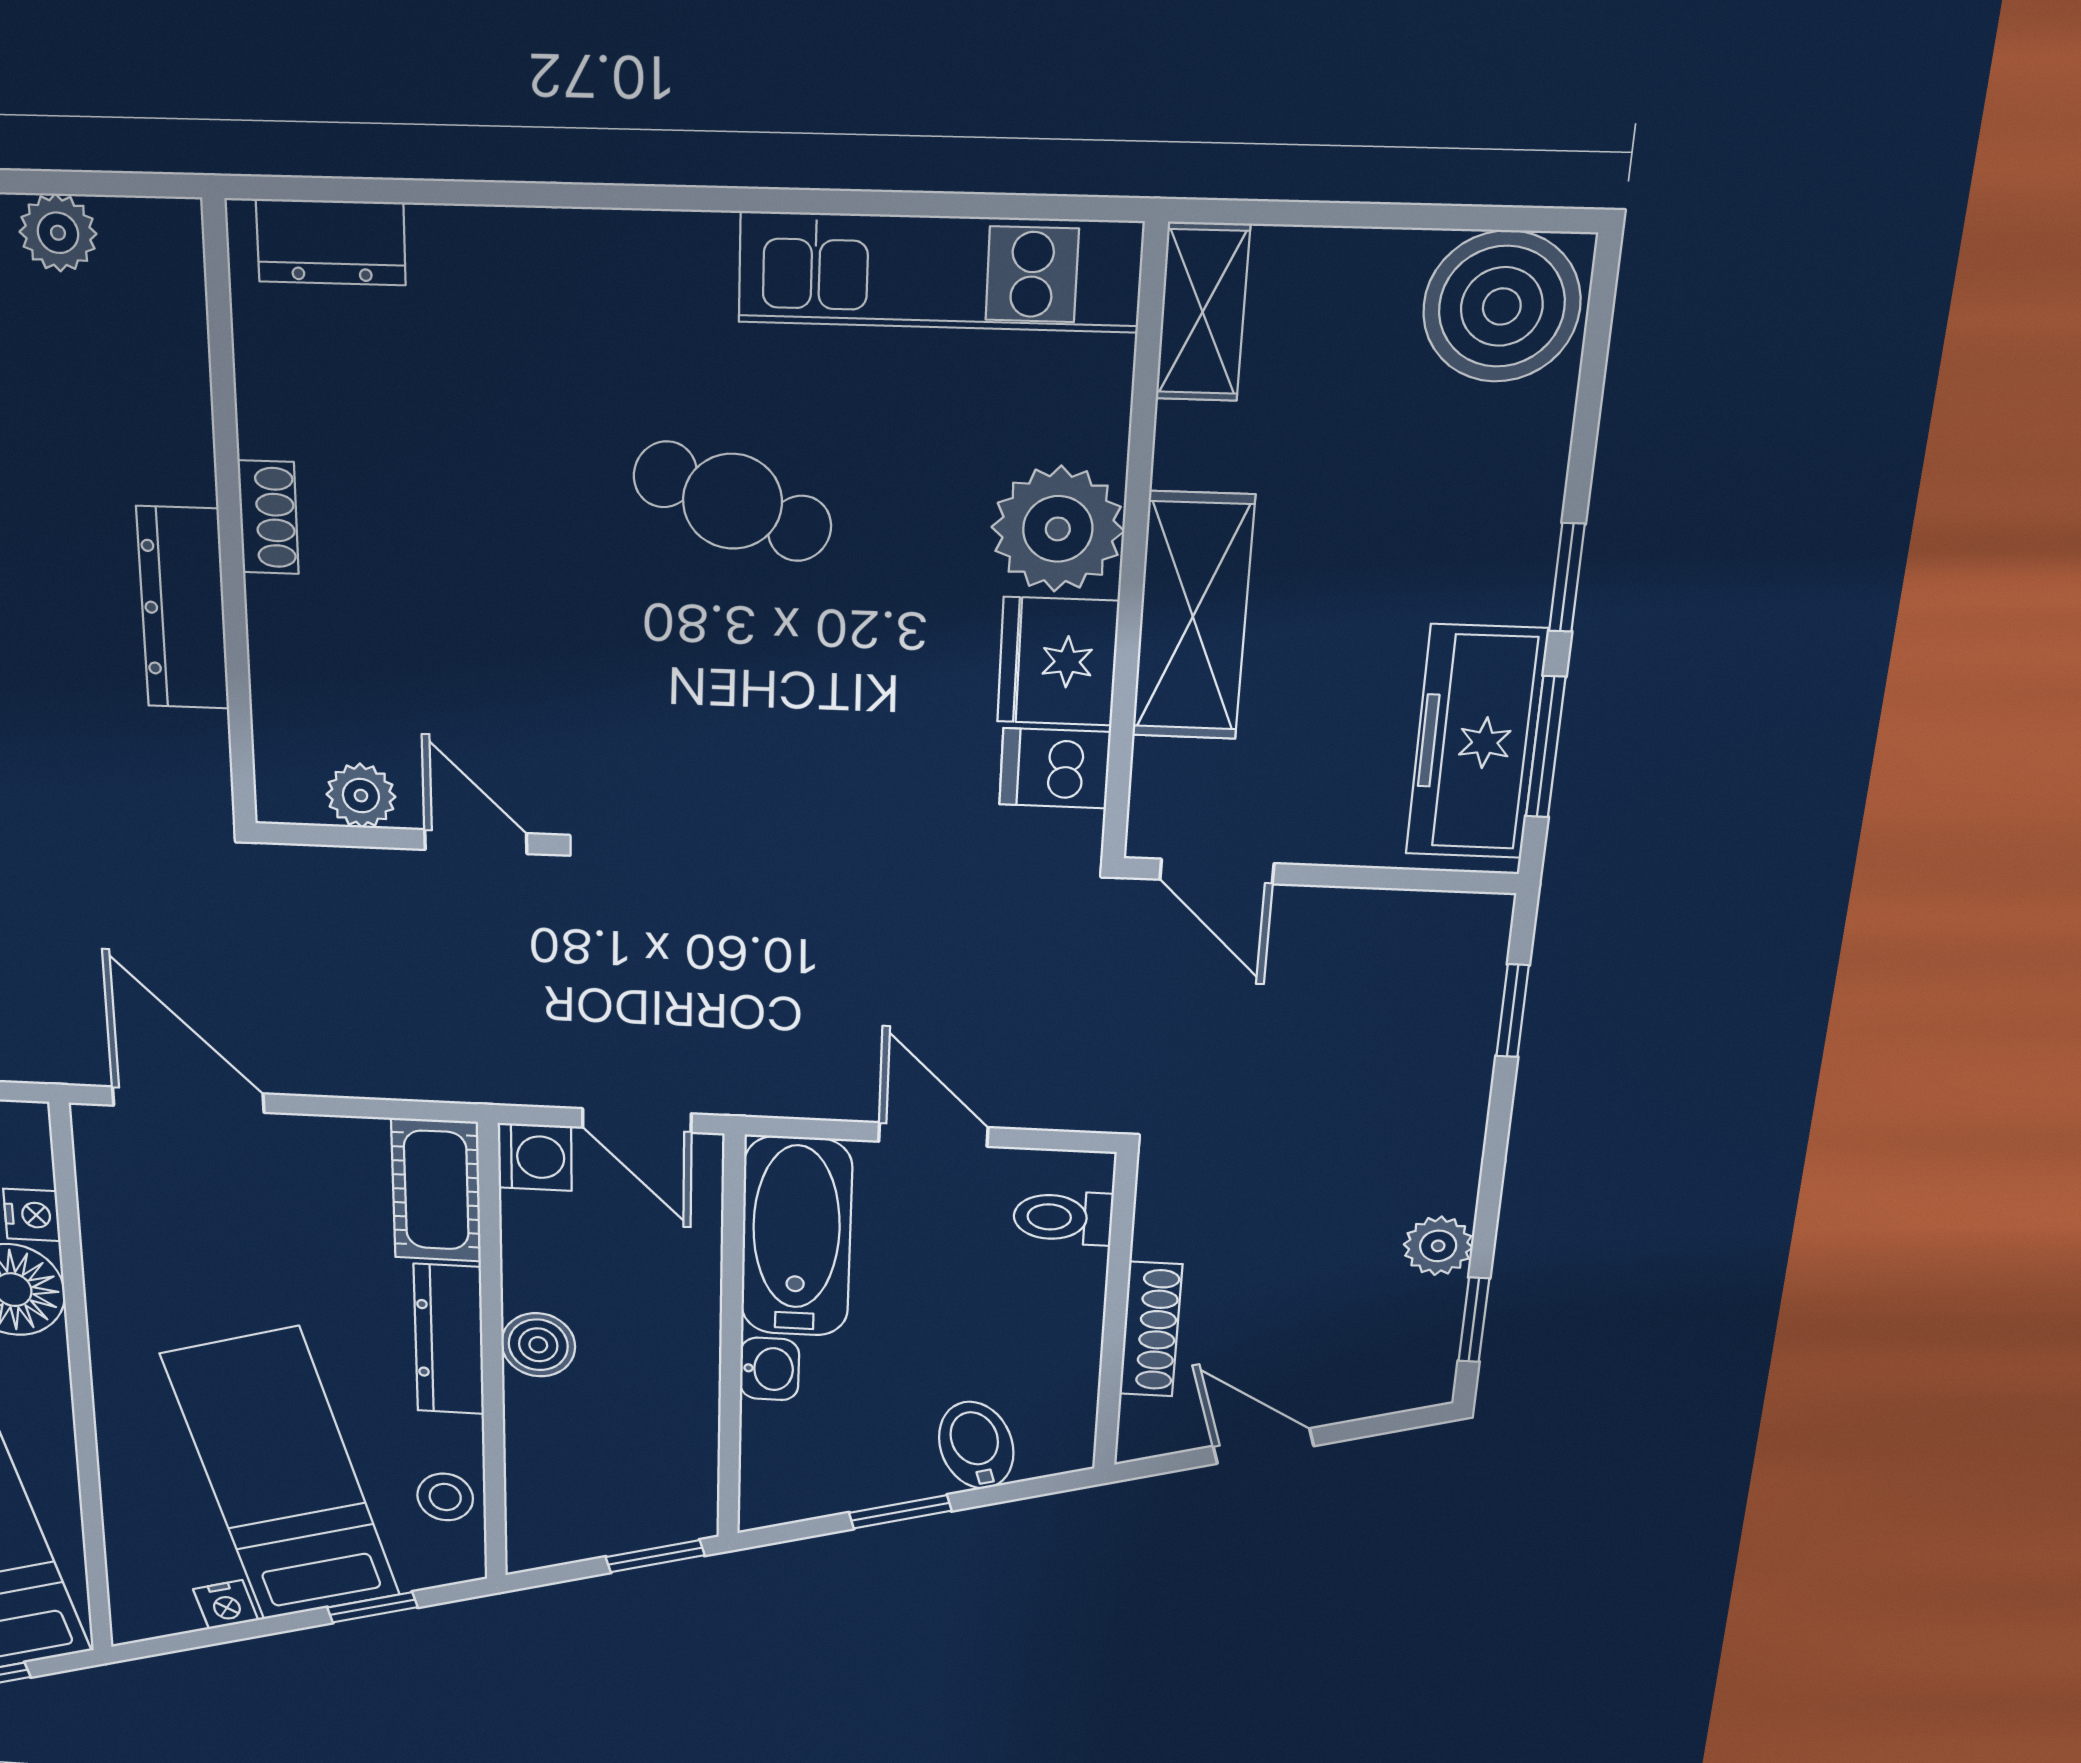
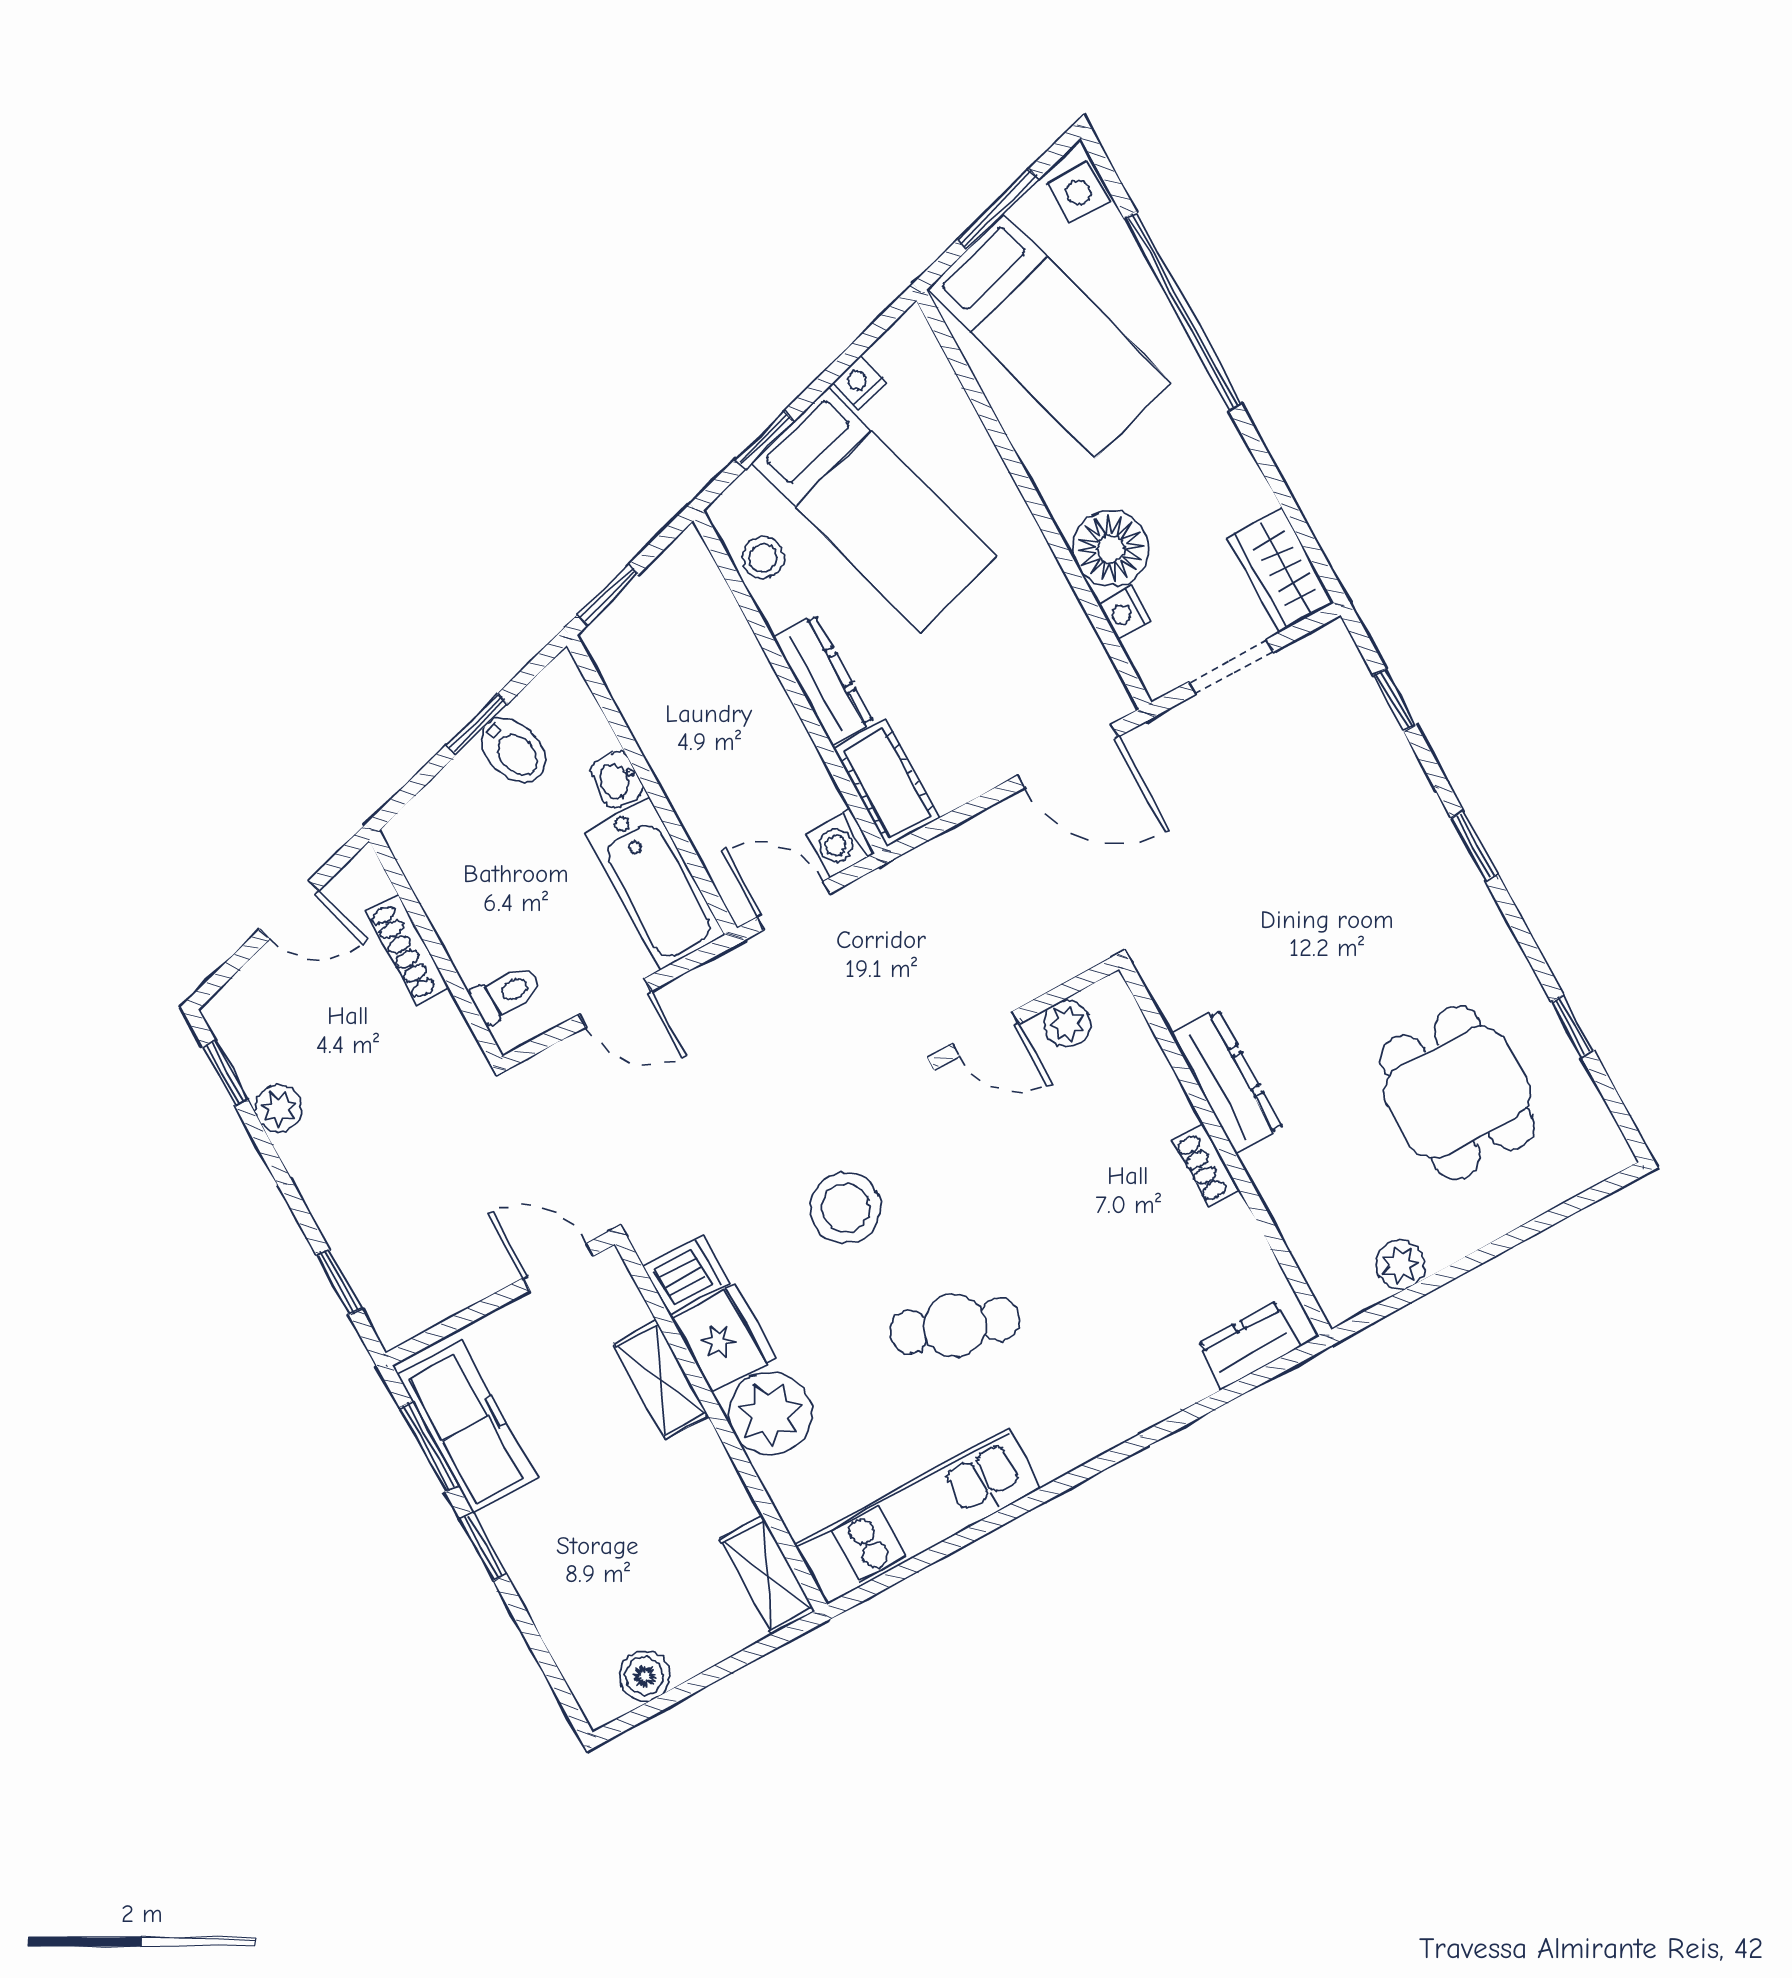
boiler: (1502, 306) -> (645, 1676), width x0.54, depth x0.54
shelving: (1193, 616) -> (661, 1380), width x0.67, depth x0.75
stool: (790, 733) -> (845, 1208), added
boiler: (538, 1345) -> (766, 710), removed
bidet: (976, 1445) -> (513, 750), moved

